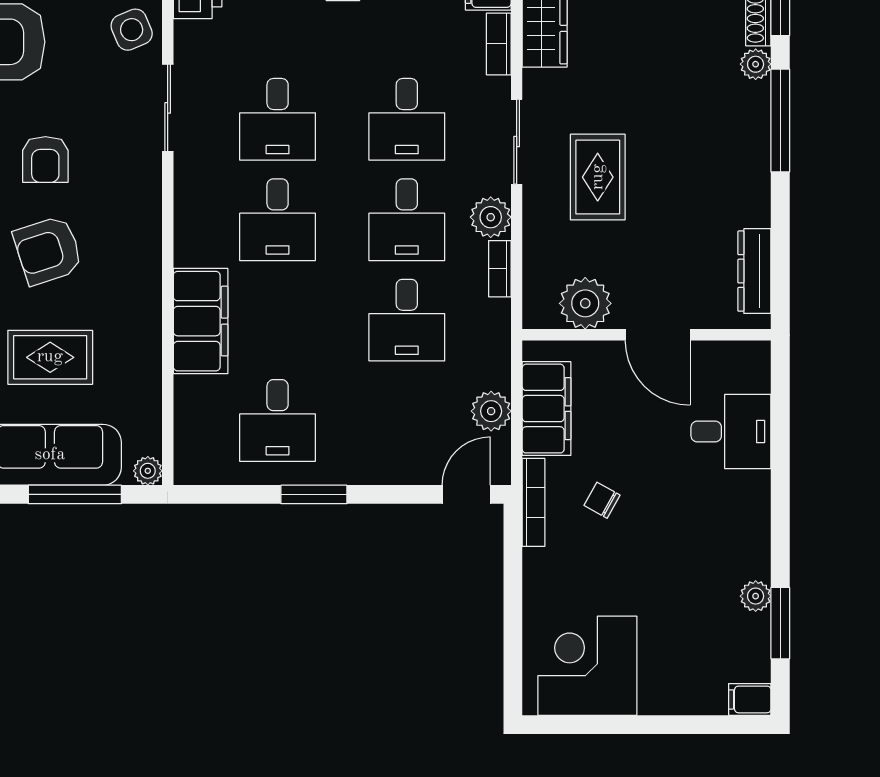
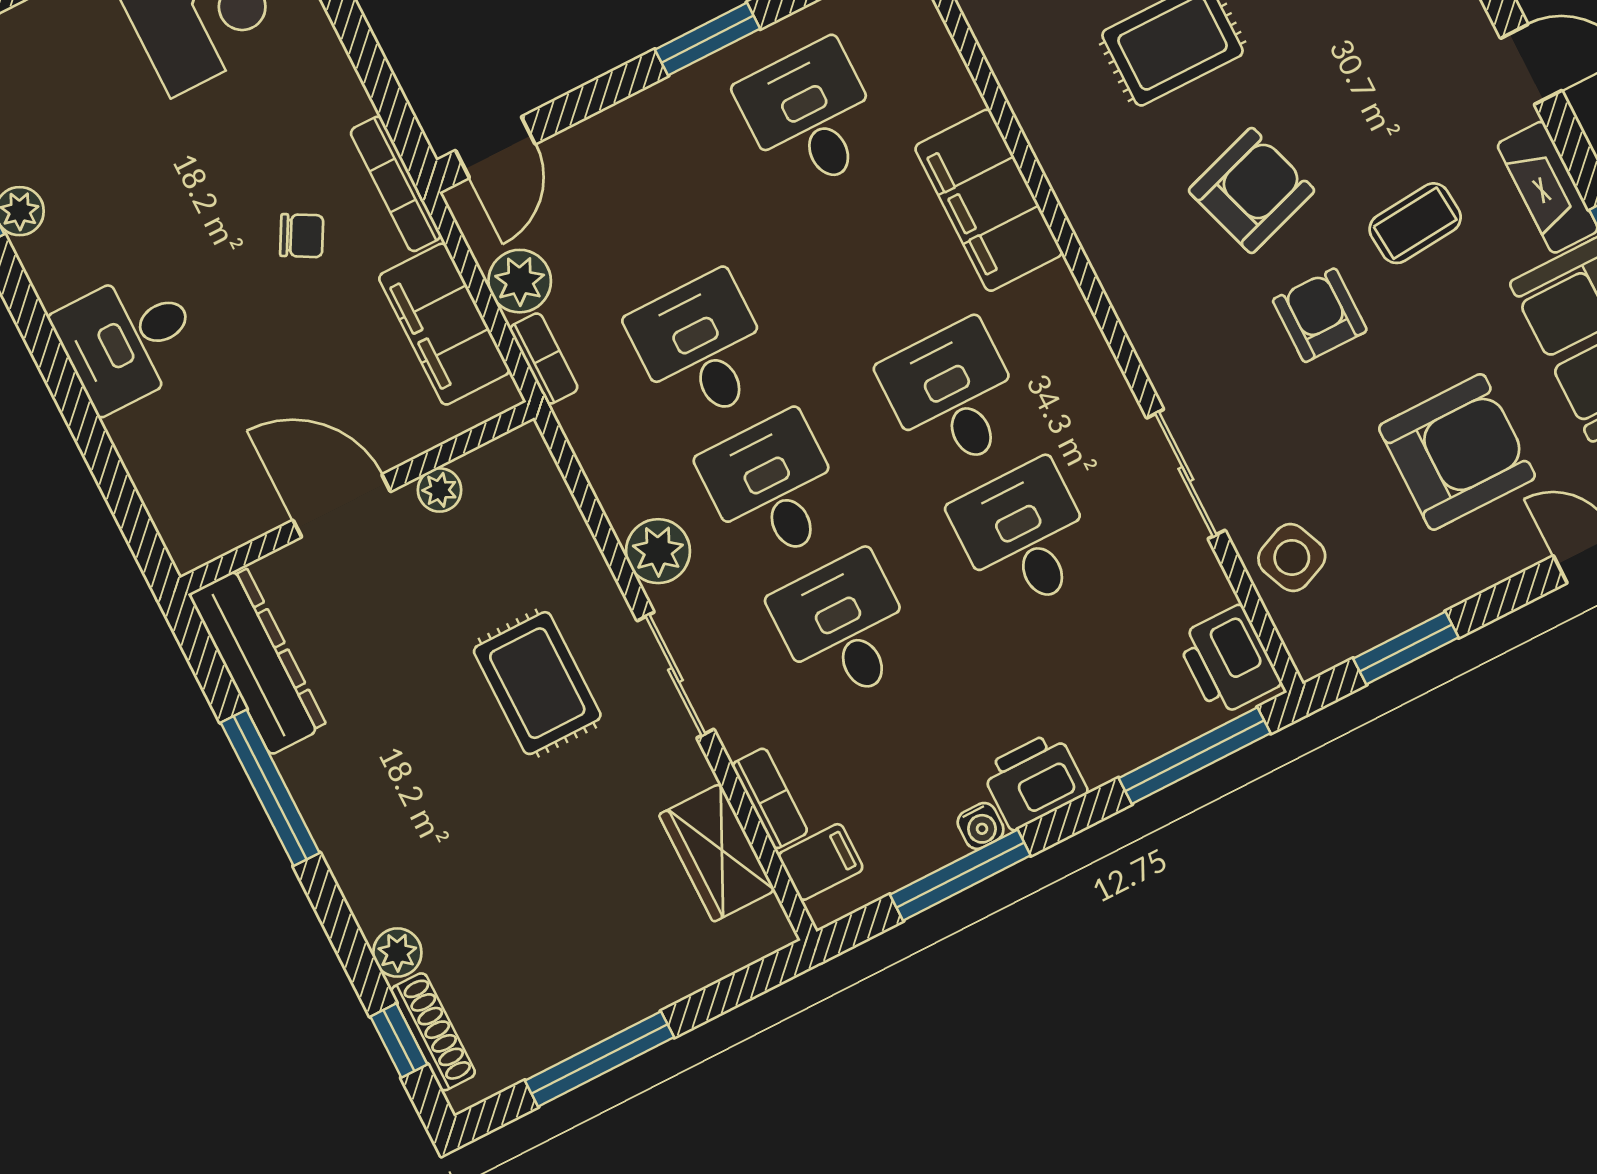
window: (780, 120) -> (270, 788), moved
bookcase: (500, 269) -> (544, 358), moved
dresser: (754, 271) -> (258, 660), width x1.37, depth x1.24
plant: (585, 303) -> (440, 490), width x0.53, depth x0.53
desk: (731, 432) -> (128, 339), moved

